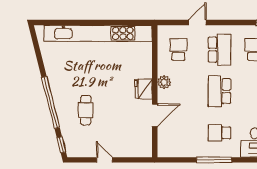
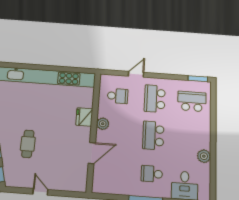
school desk: (178, 50) -> (118, 96), turned 90
school desk: (219, 50) -> (155, 99), turned 180
fridge: (144, 89) -> (84, 117), moved

